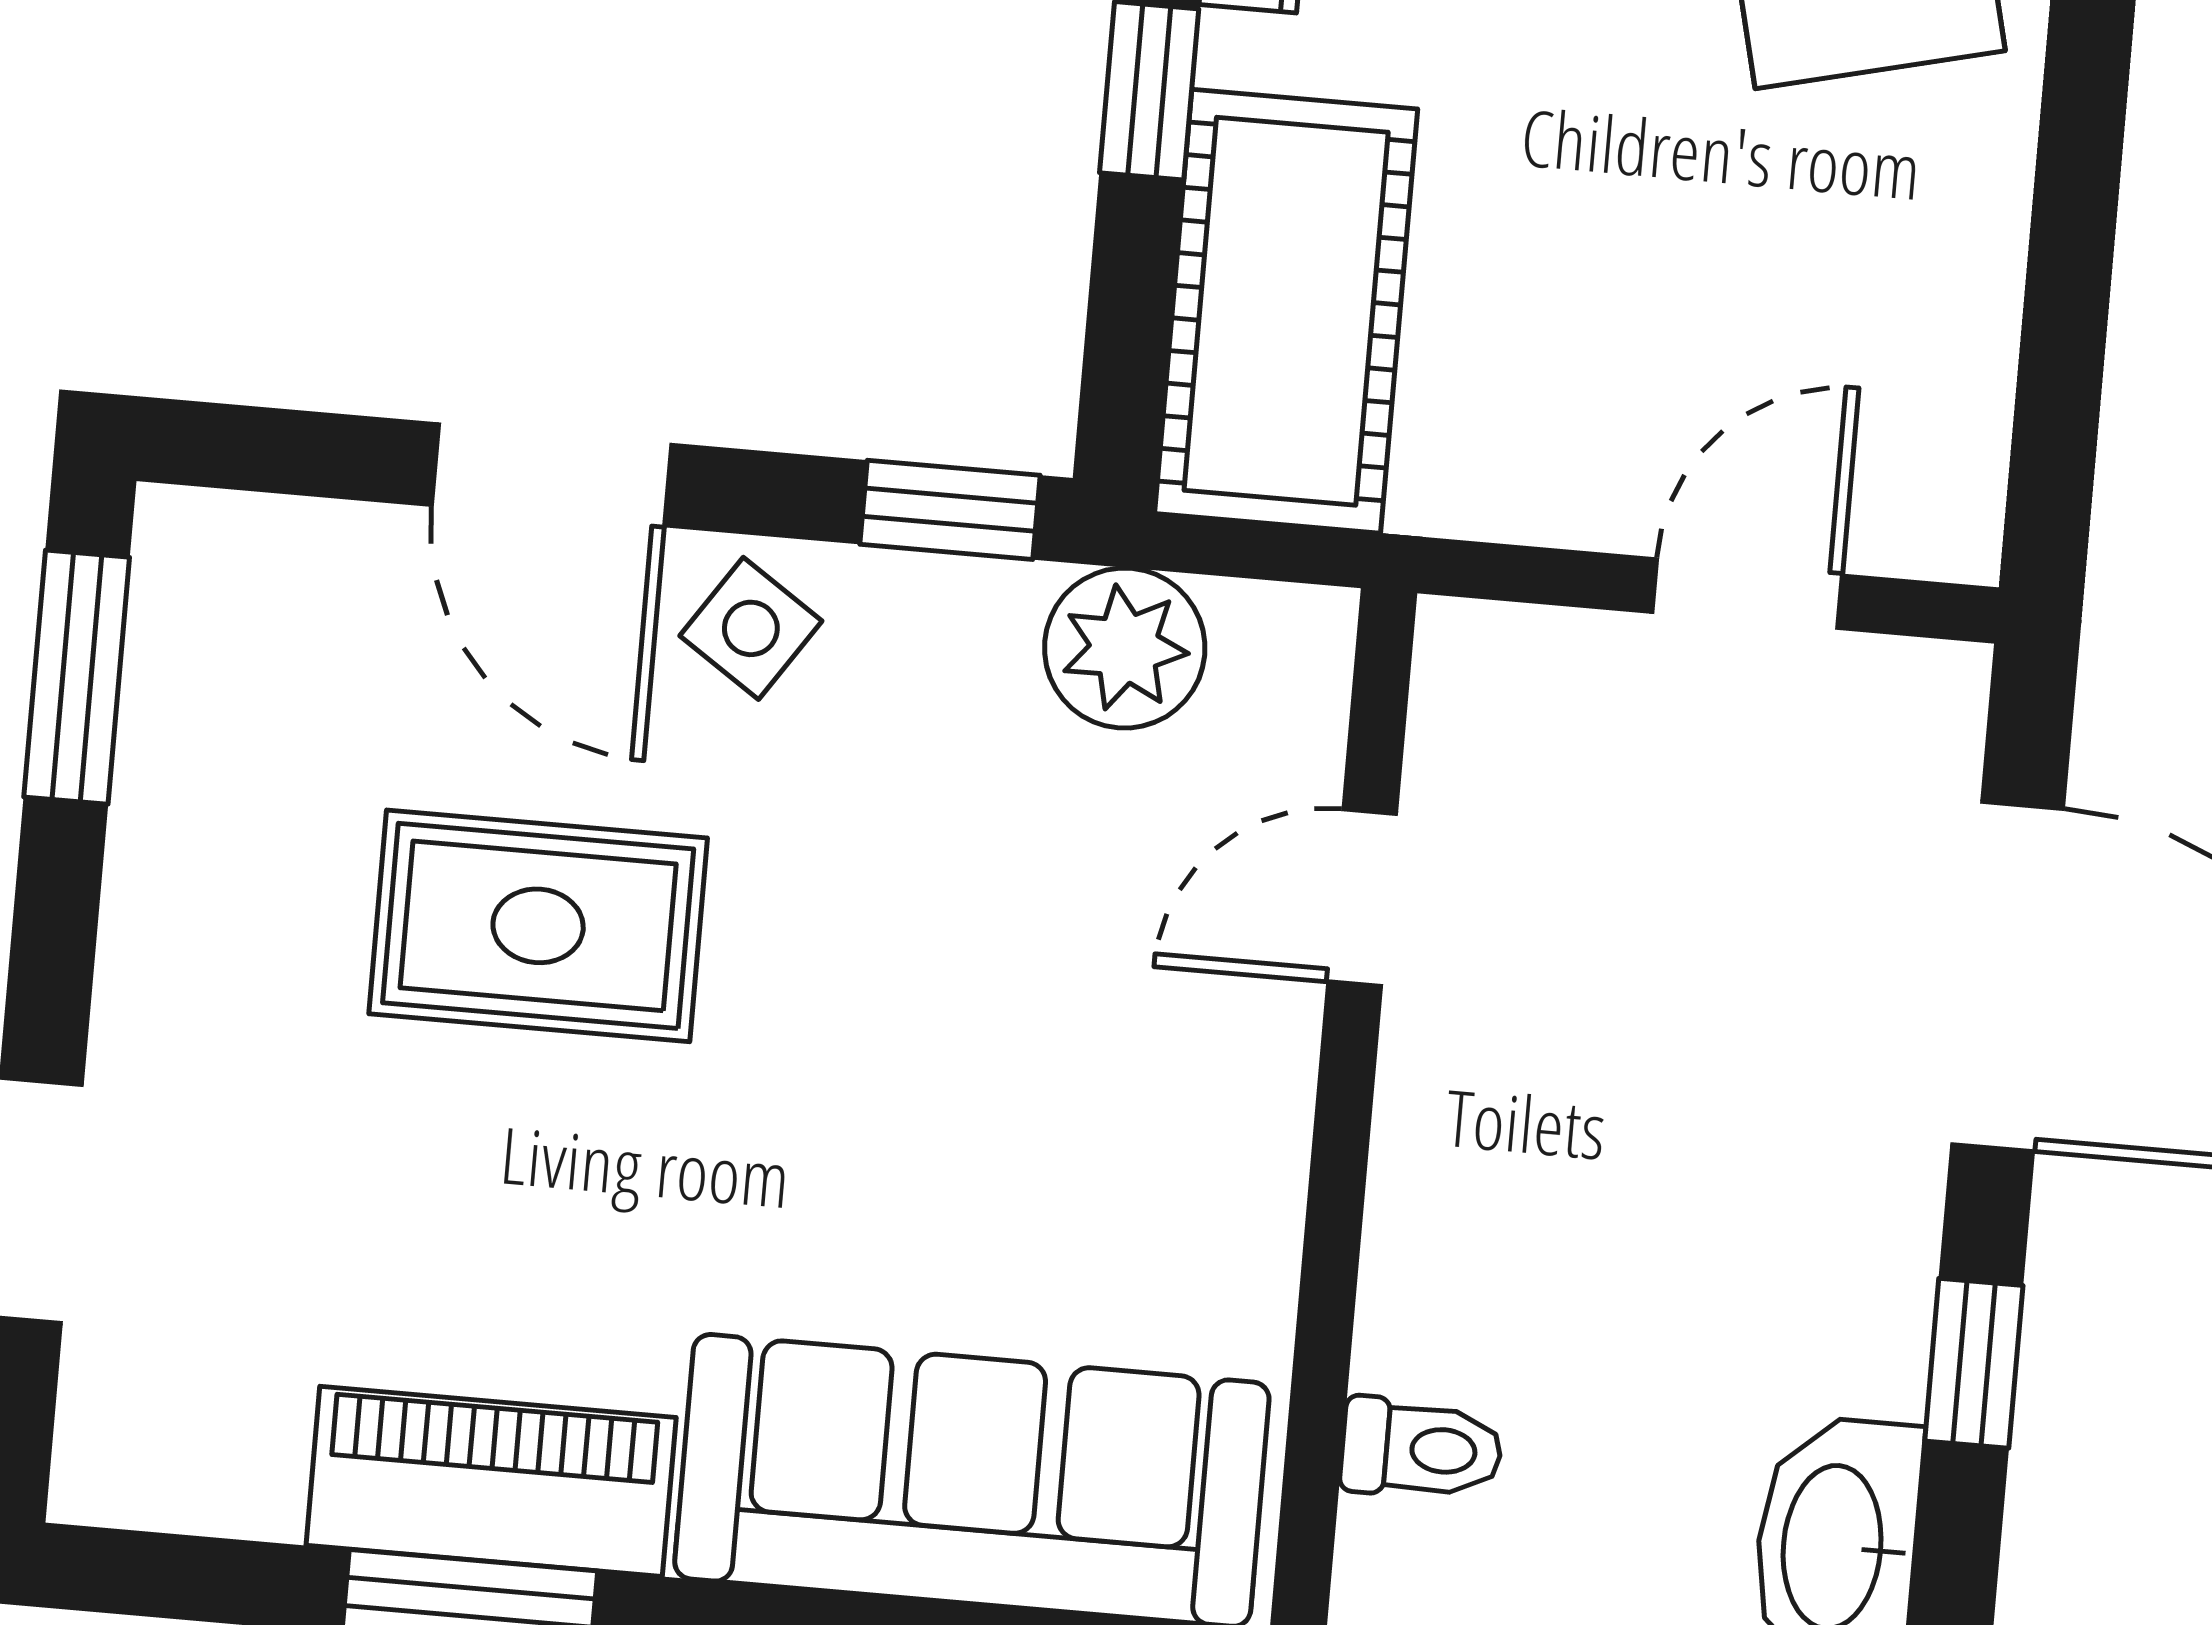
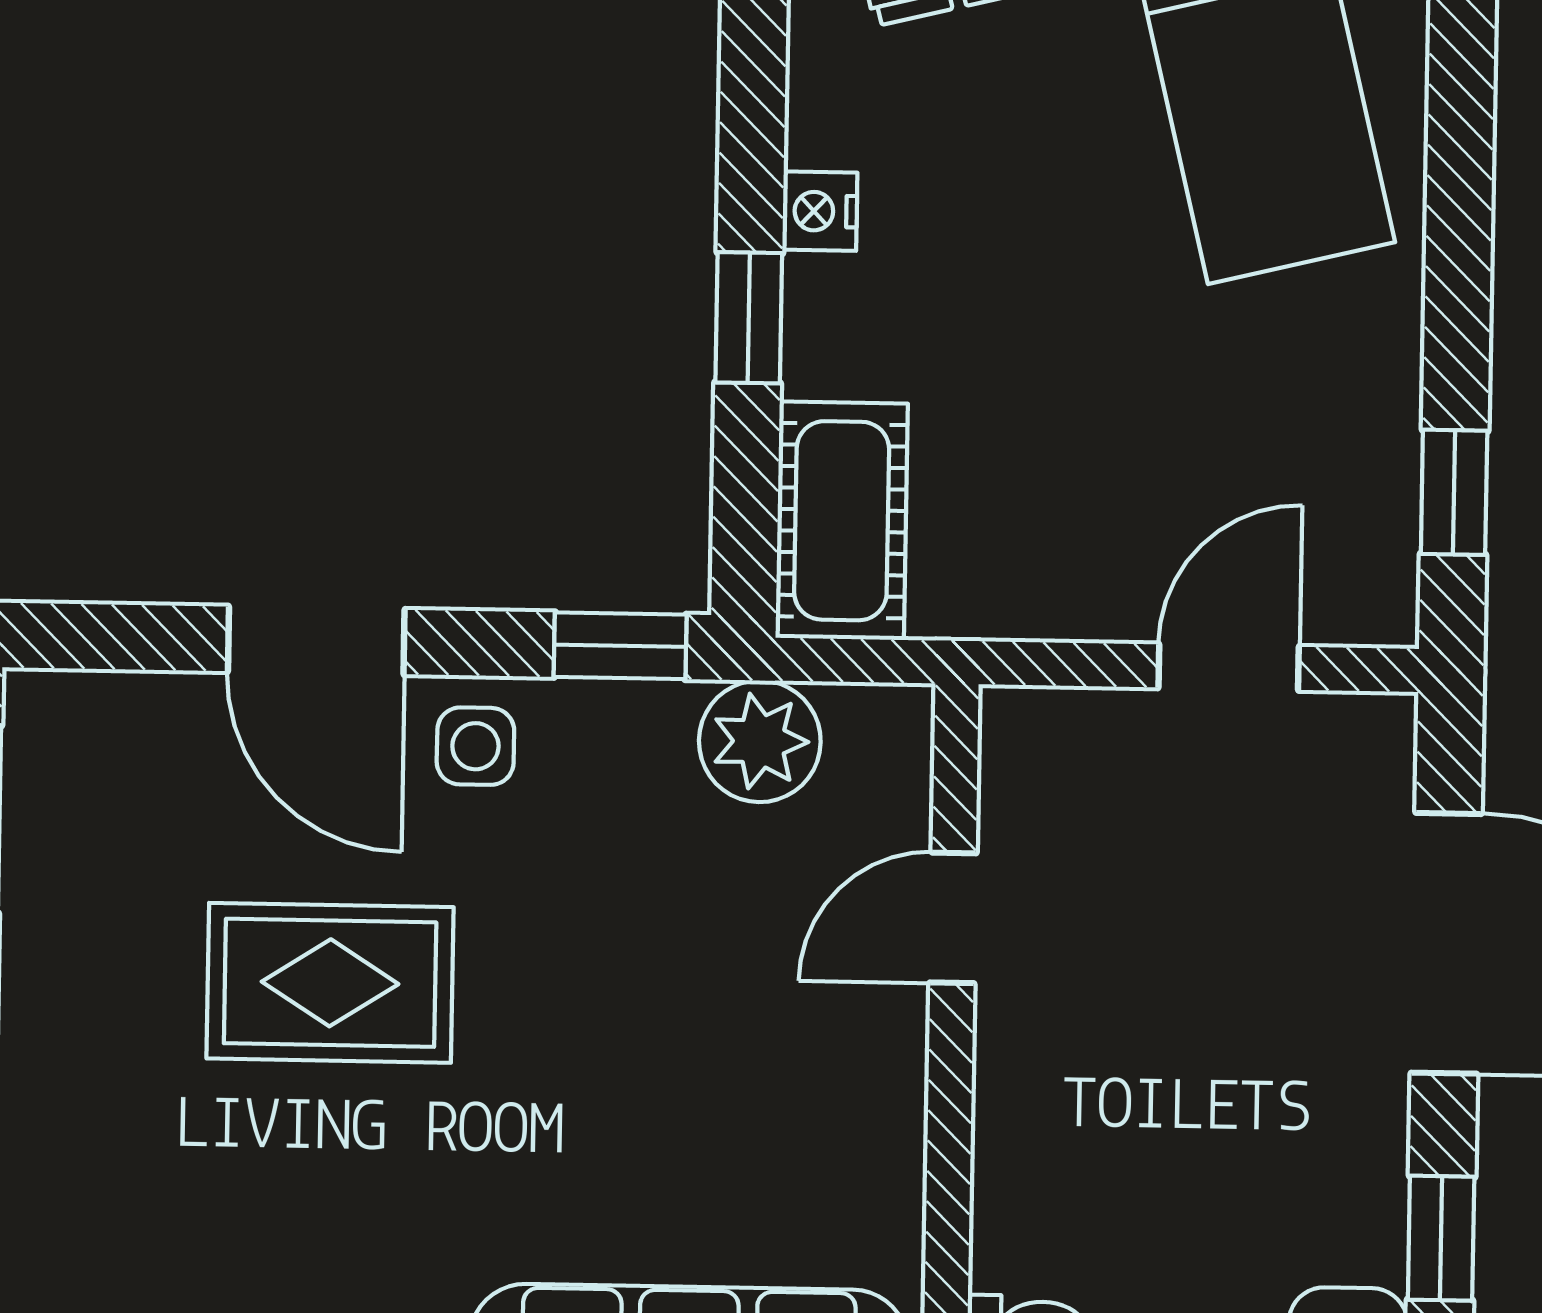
cot: (1286, 311) -> (842, 521), width x0.73, depth x0.75
window: (2059, 385) -> (1454, 492), added
side table: (751, 628) -> (475, 746), turned -34

